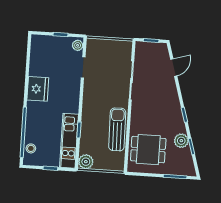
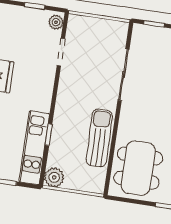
dining table: (148, 150) -> (138, 168), width x1.38

